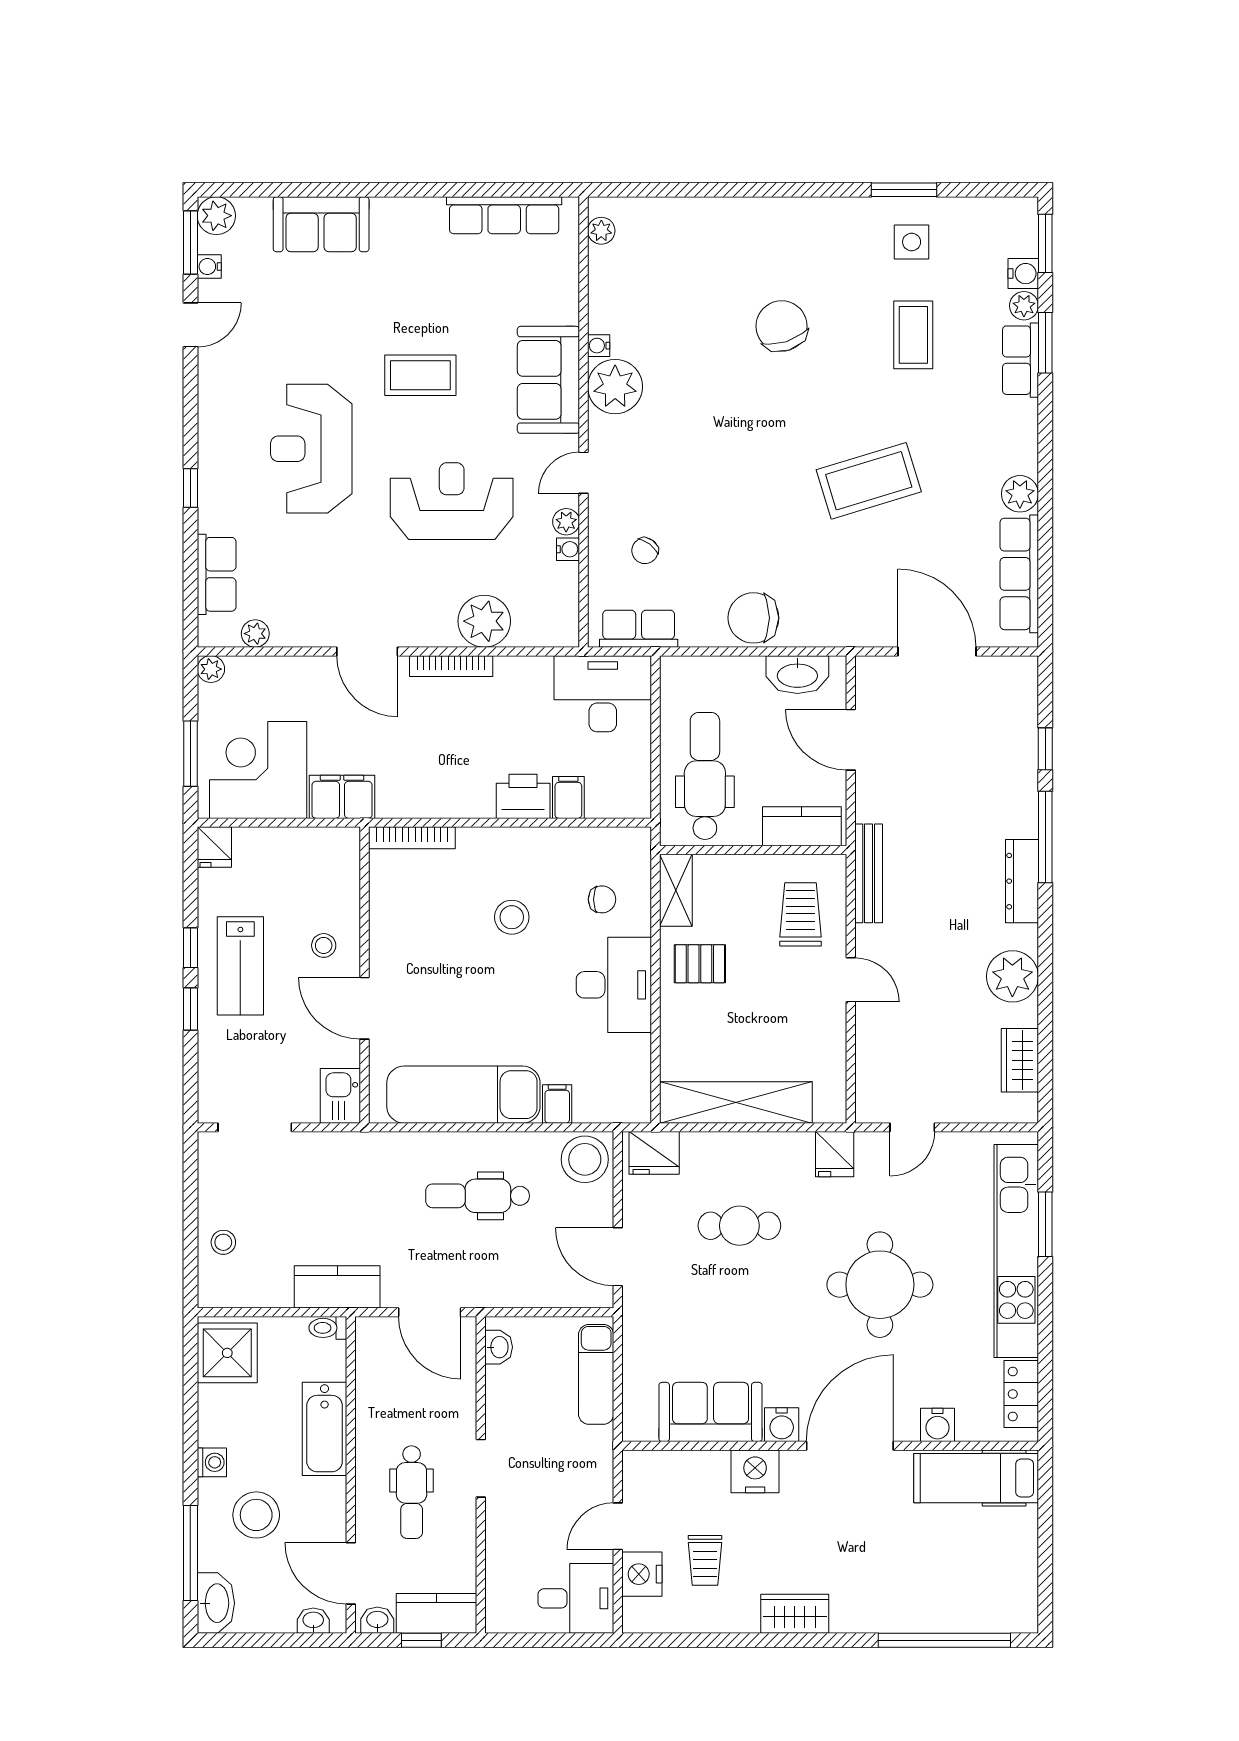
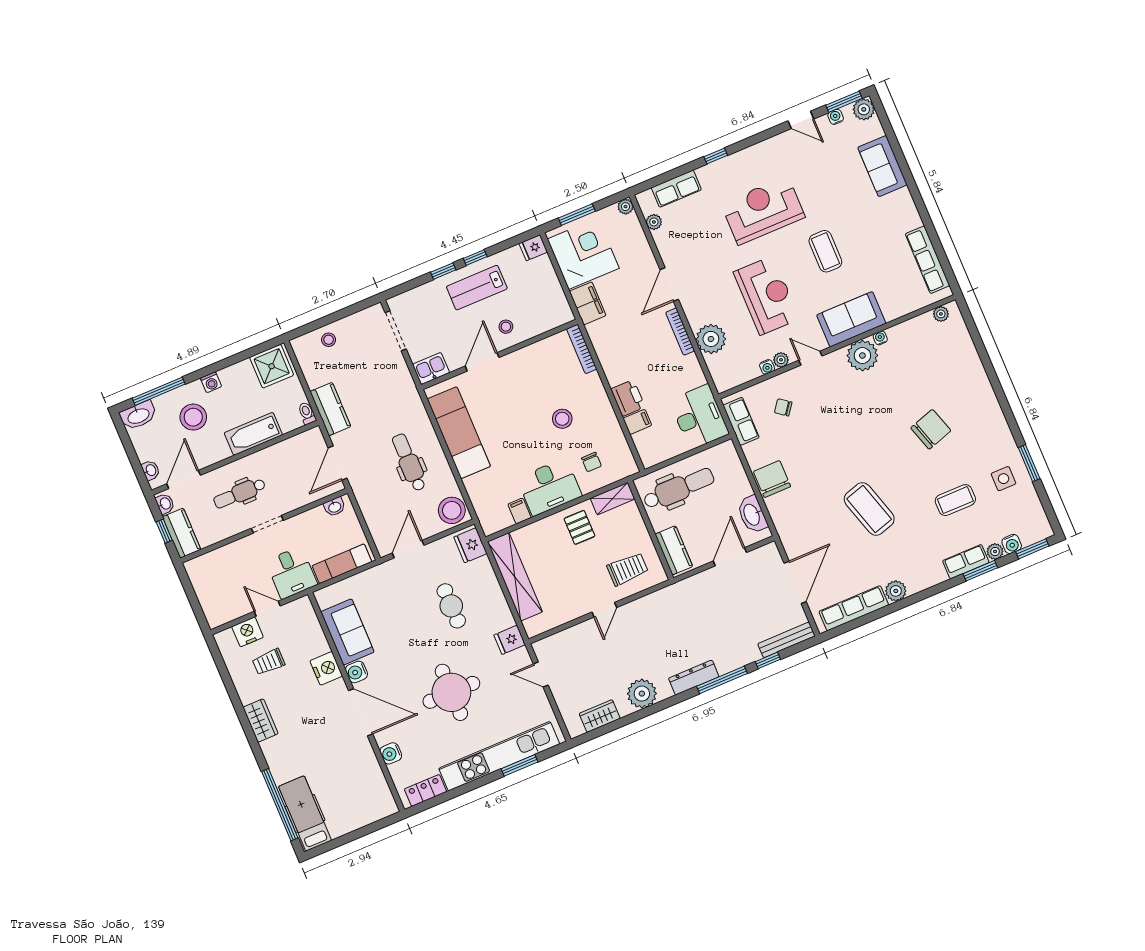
bench: (869, 873) -> (786, 640), moved
filing cabinet: (557, 1104) -> (519, 511), moved, turned -90
hospital bed: (976, 1478) -> (305, 813), moved
desk: (576, 1598) -> (291, 573), moved

